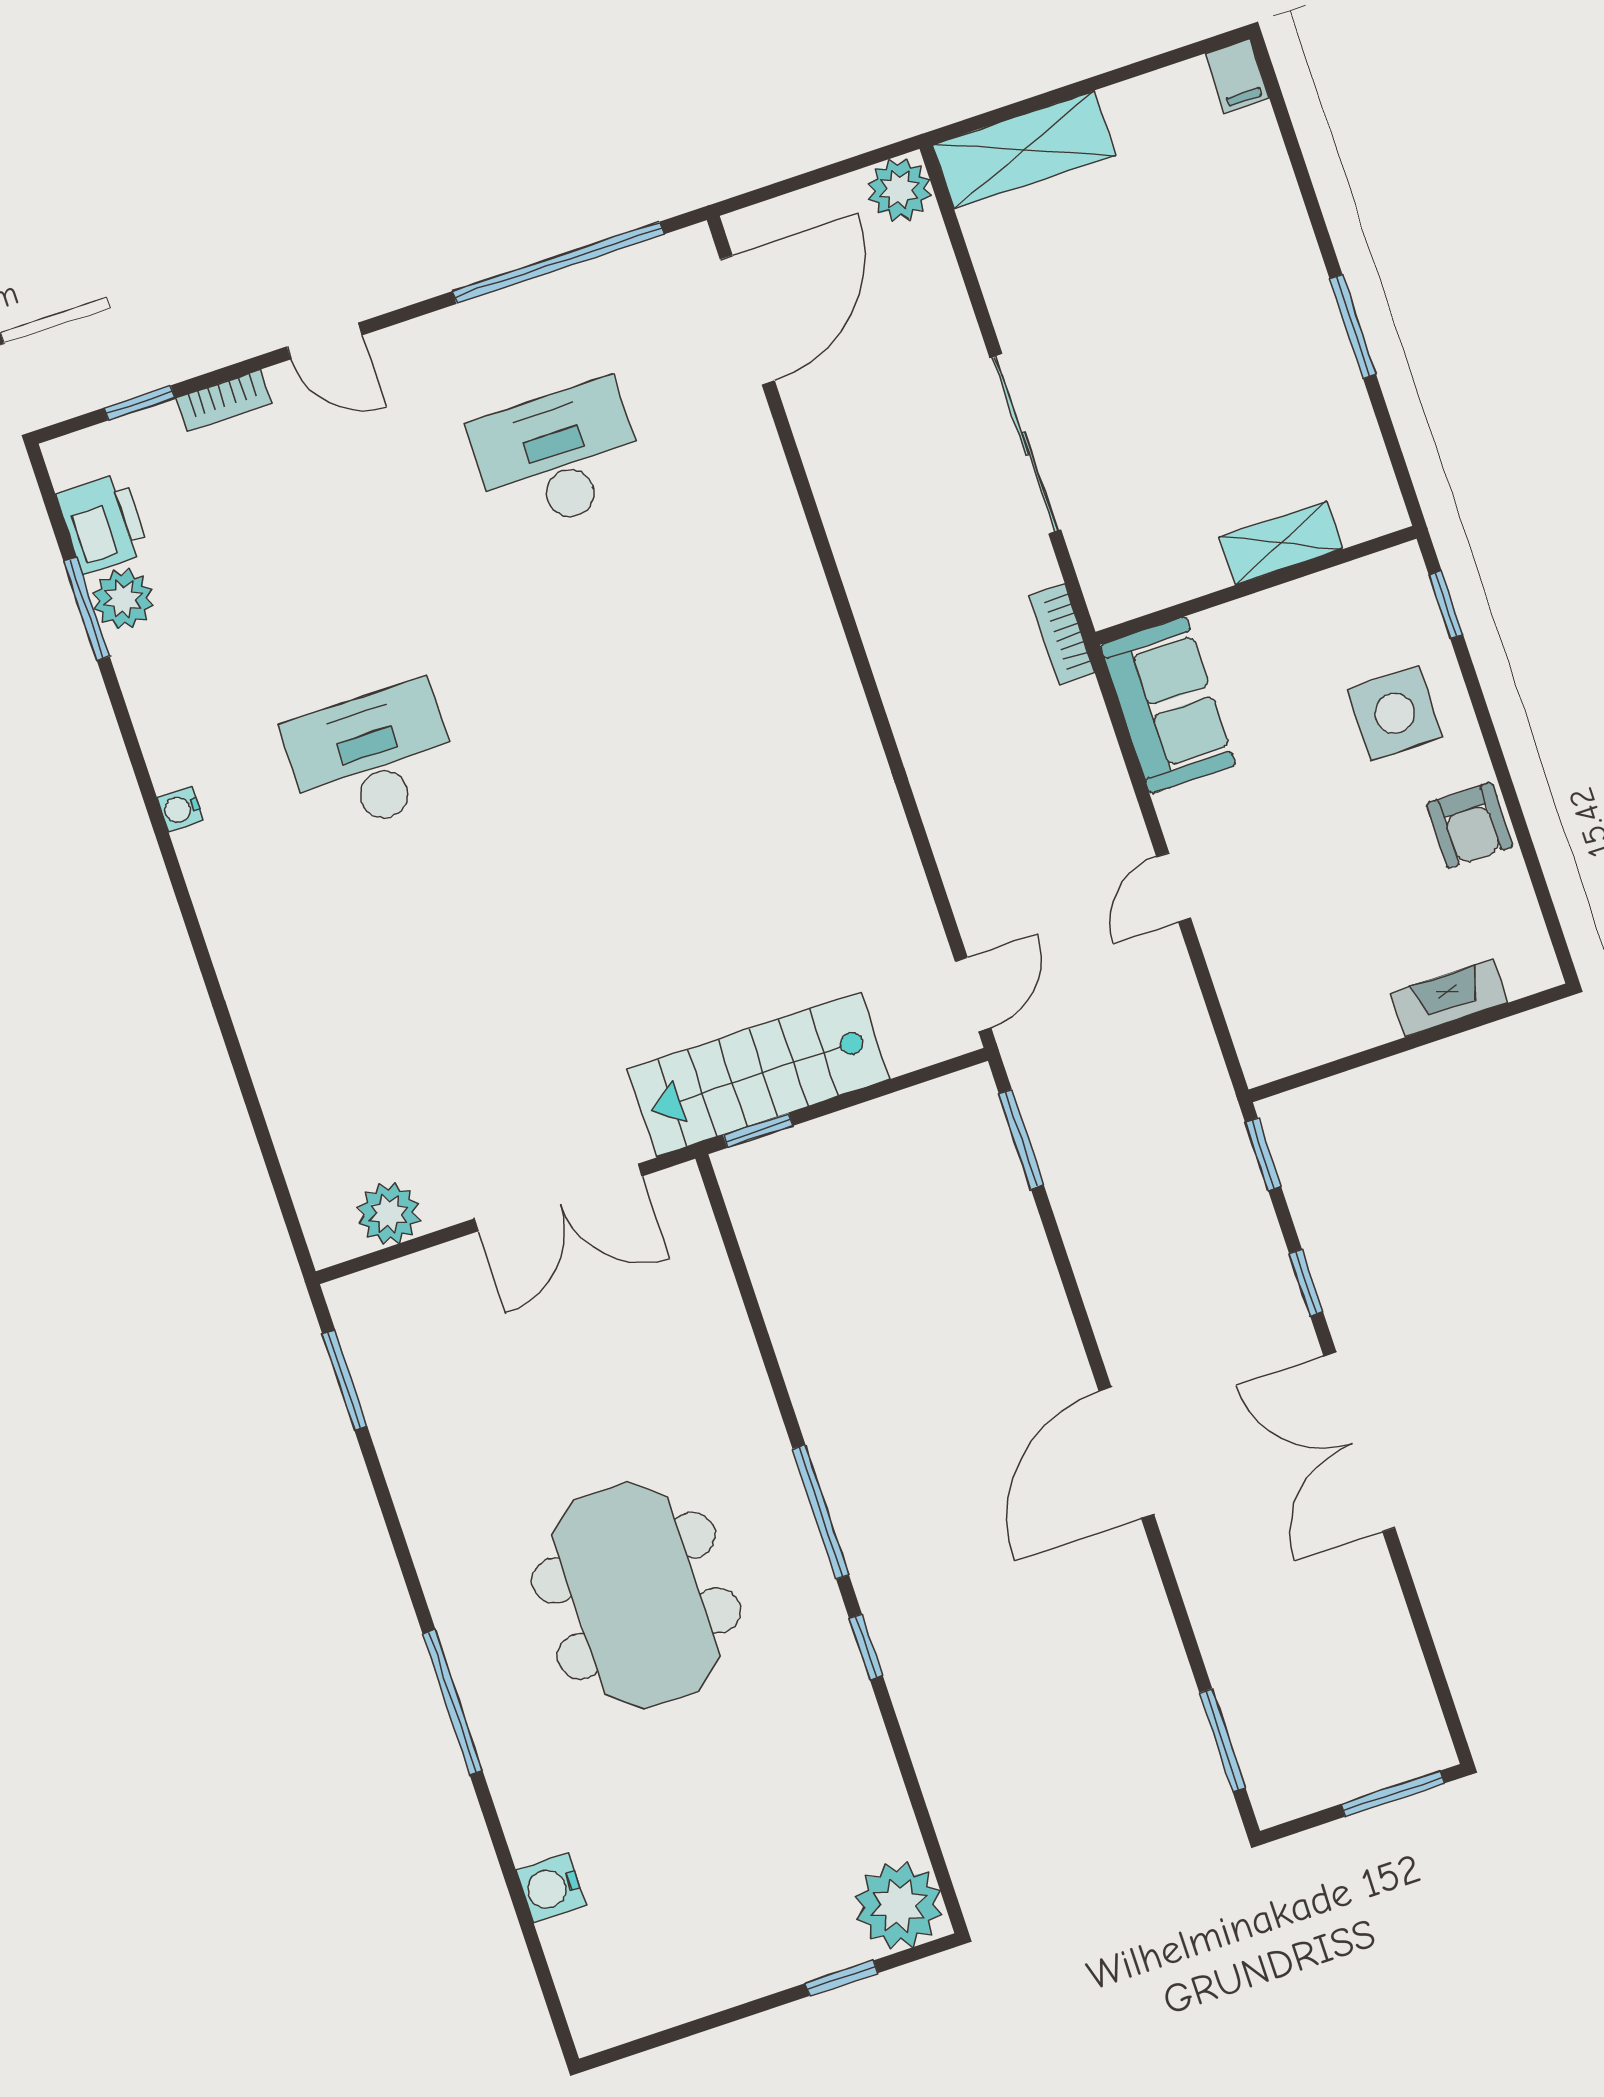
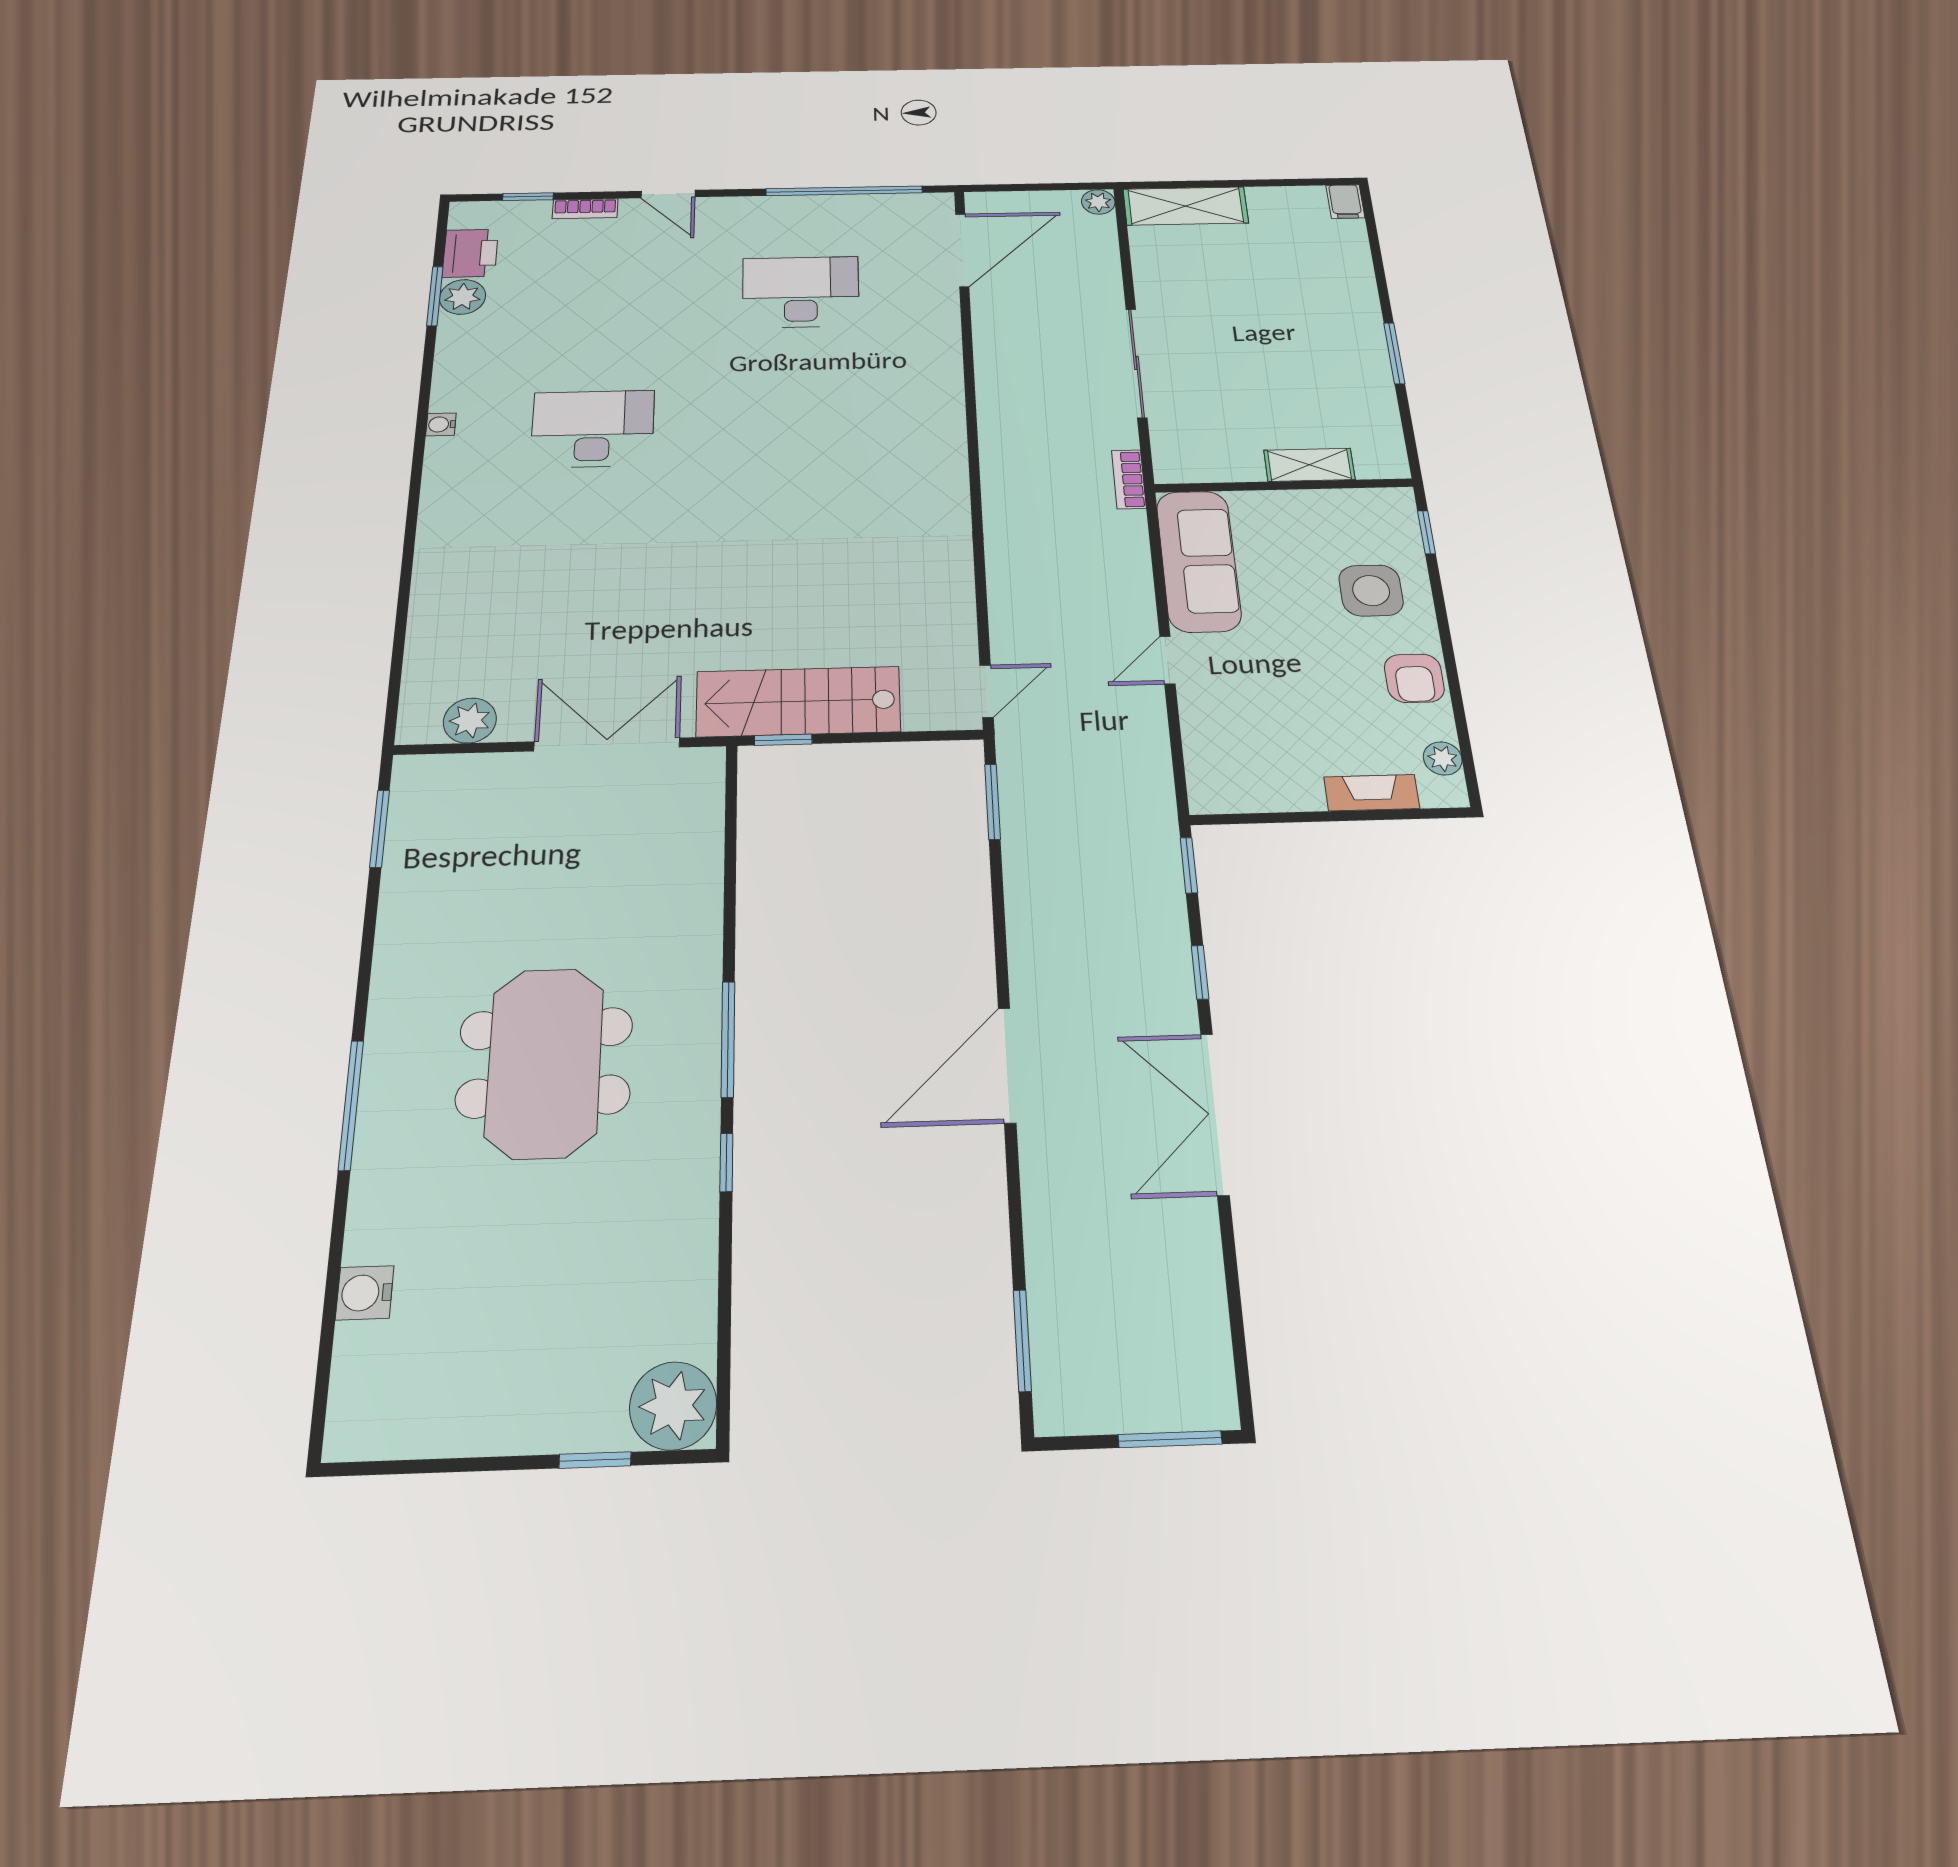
plant: (899, 189) -> (1098, 202), width x0.73, depth x0.73
sofa: (1168, 705) -> (1198, 561), width x1.36
plant: (1522, 927) -> (1443, 758), added
double door: (558, 1197) -> (607, 744), swing flipped

